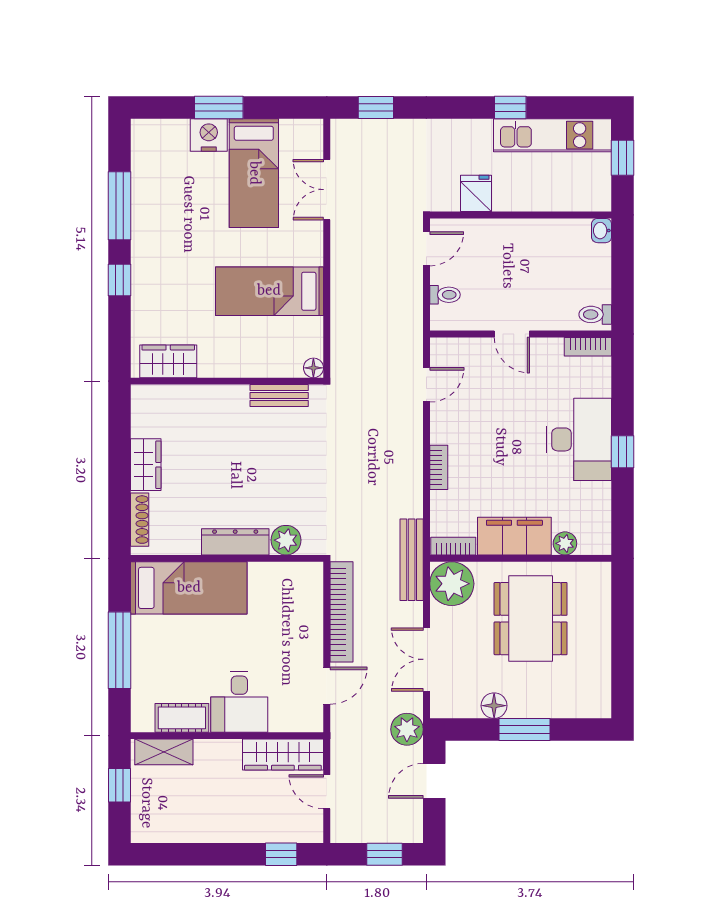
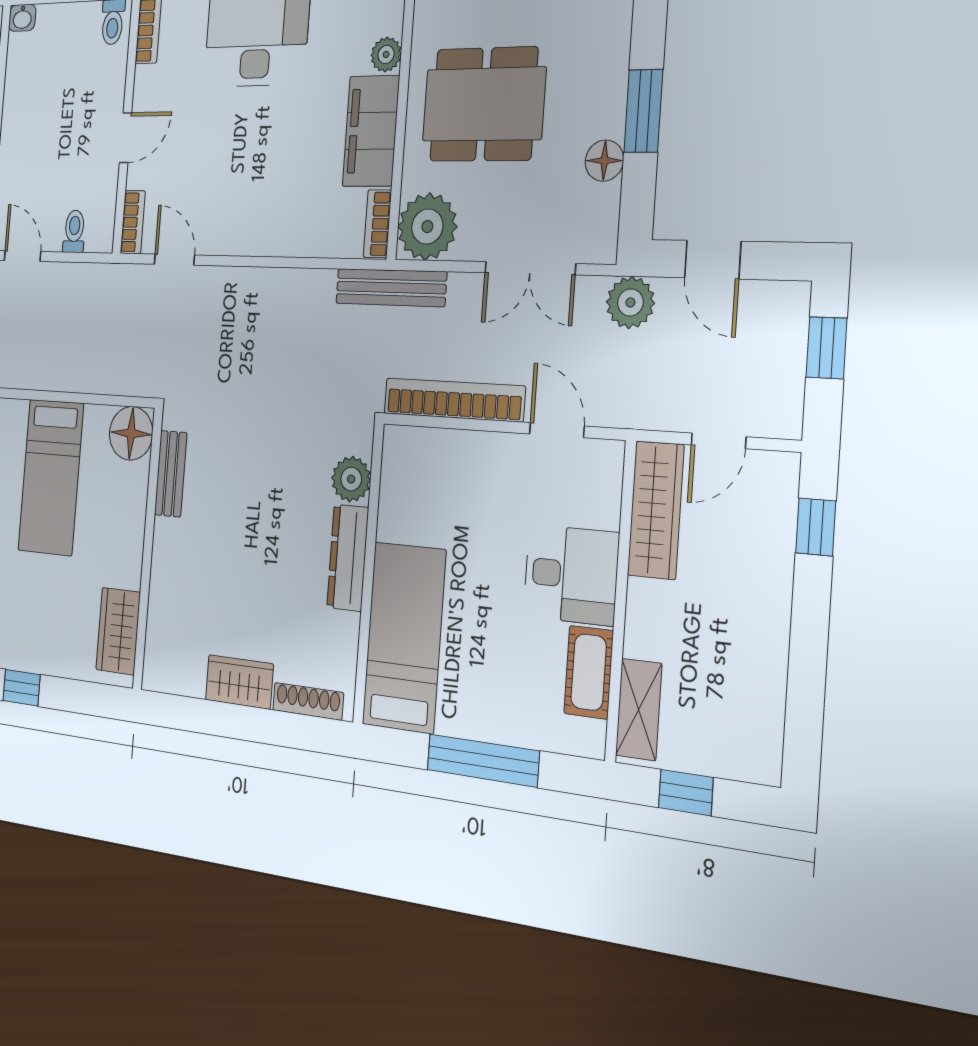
floor lamp: (313, 368) -> (131, 433), width x1.89, depth x1.89
bookcase: (439, 467) -> (133, 222), moved, turned 90

